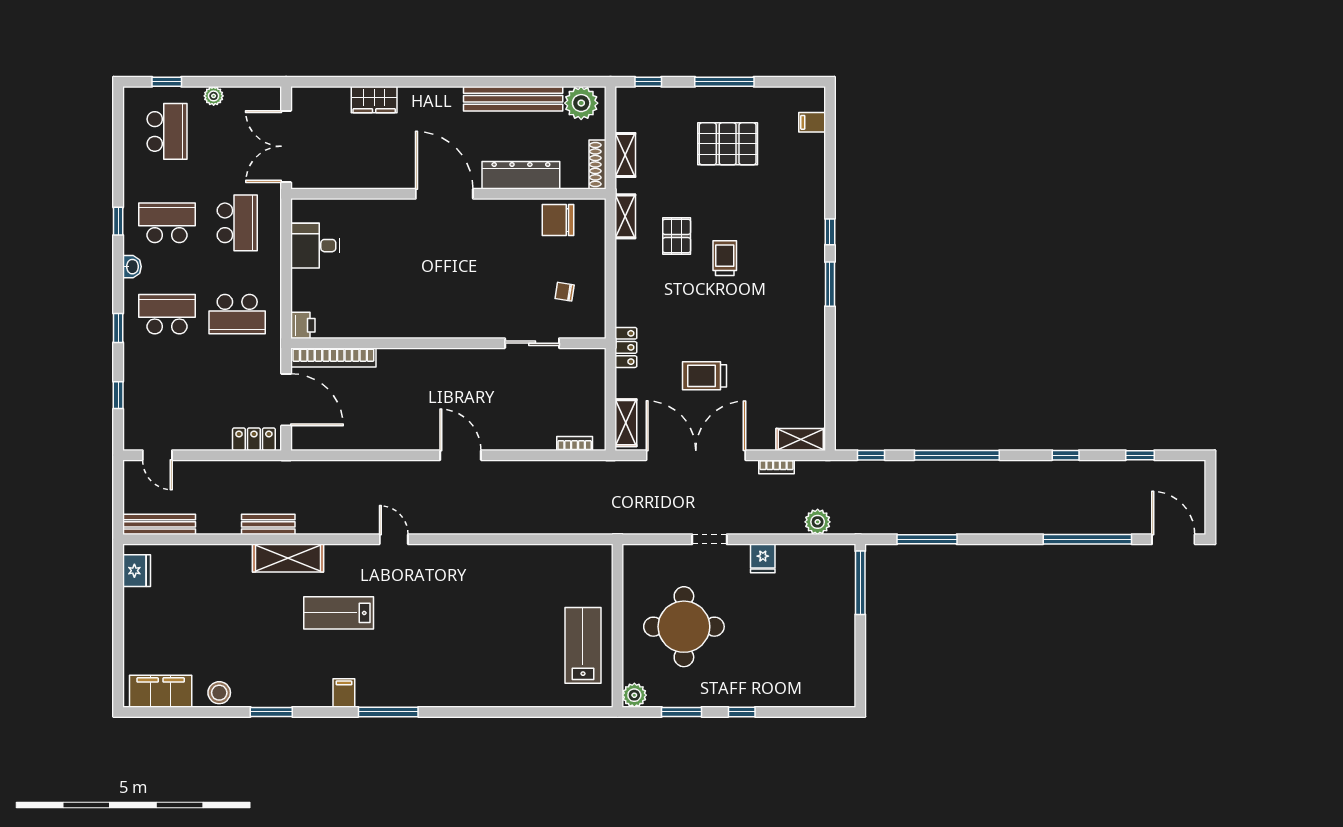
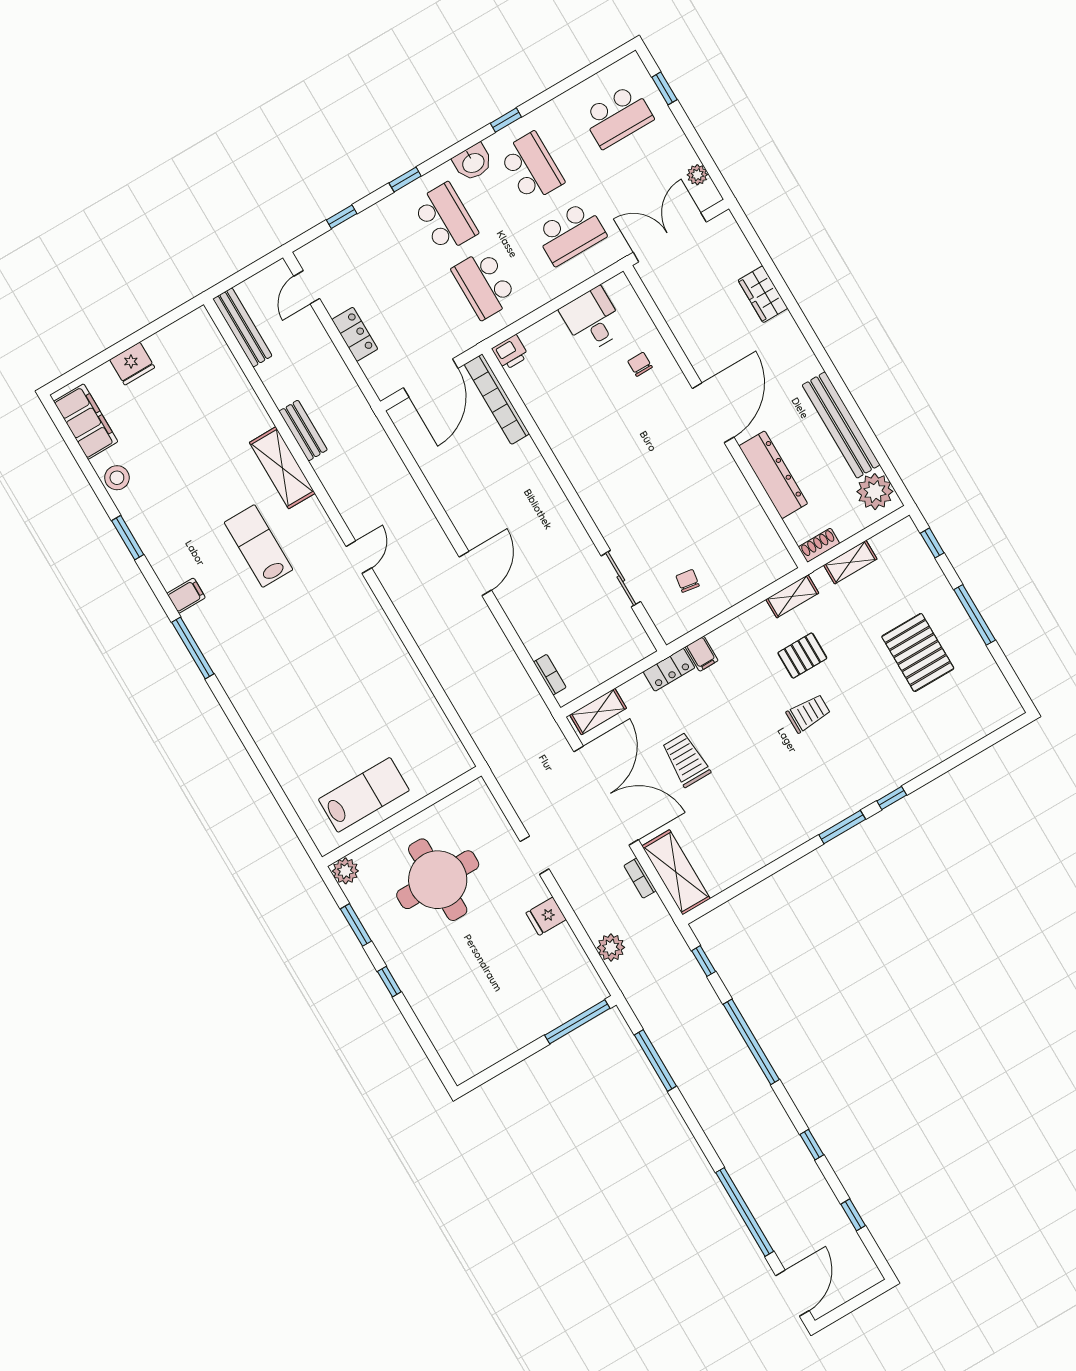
plant: (214, 96) -> (697, 175), moved
filing cabinet: (812, 122) -> (702, 654), moved, turned 180
shoe rack: (597, 164) -> (819, 545), width x0.70
chair: (558, 220) -> (640, 364), moved, width x0.54, depth x0.54
washbasin: (132, 267) -> (473, 162), width x1.38, depth x1.45
locker: (254, 439) -> (355, 334), moved
shelving: (801, 440) -> (676, 872), width x1.50, depth x1.33
fridge: (137, 571) -> (132, 364), moved

